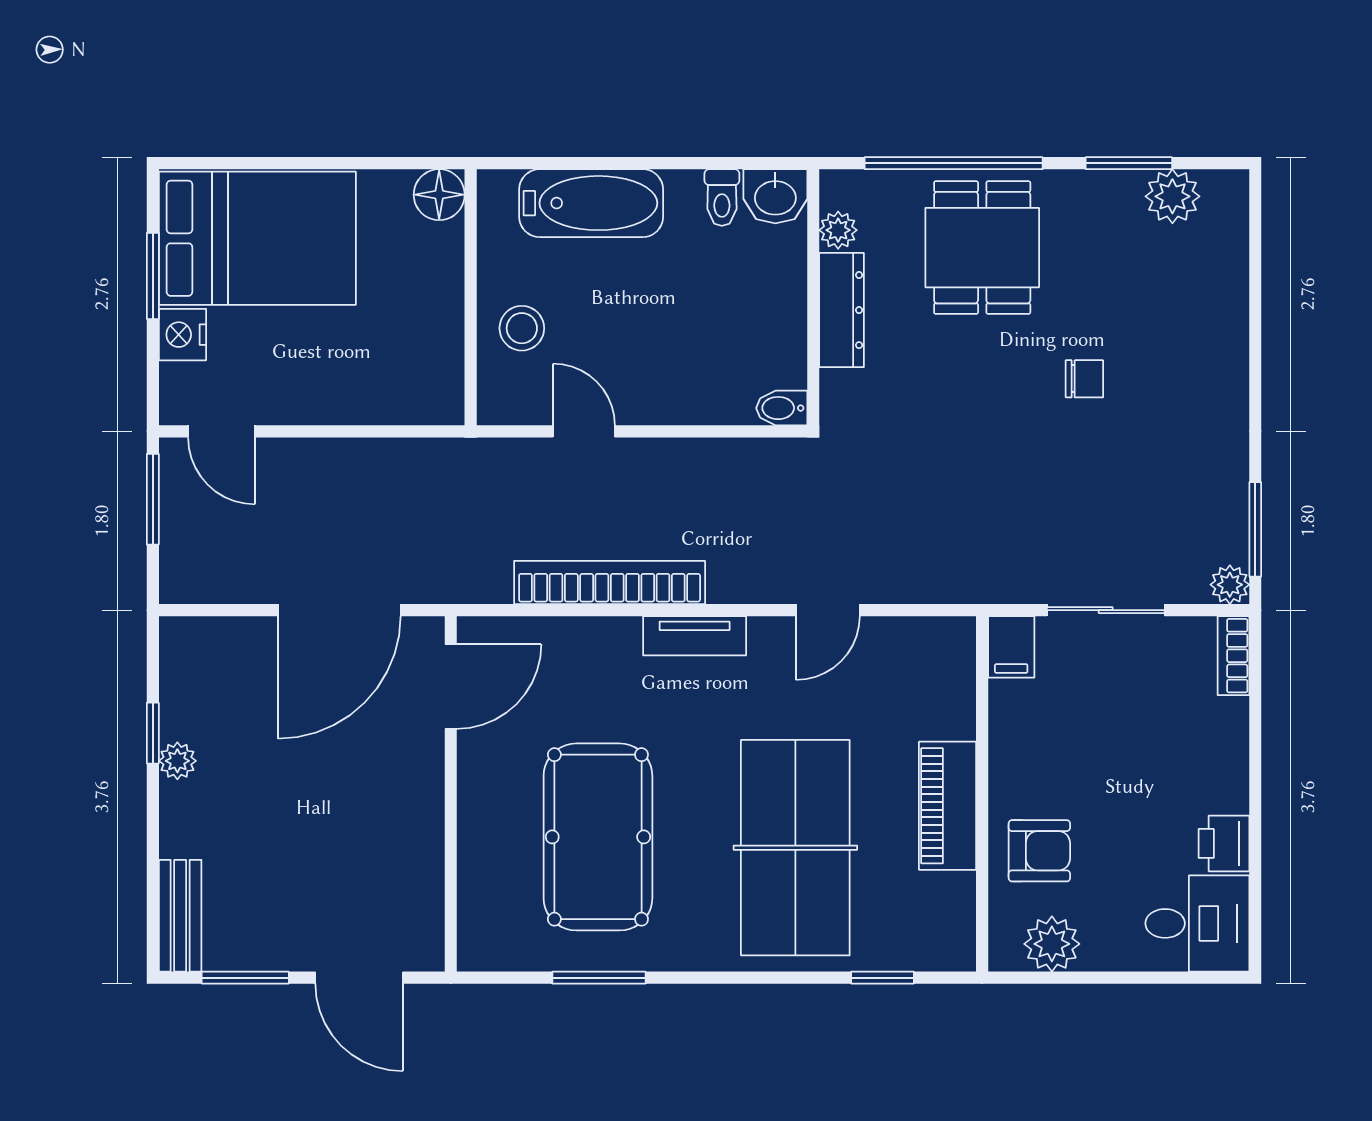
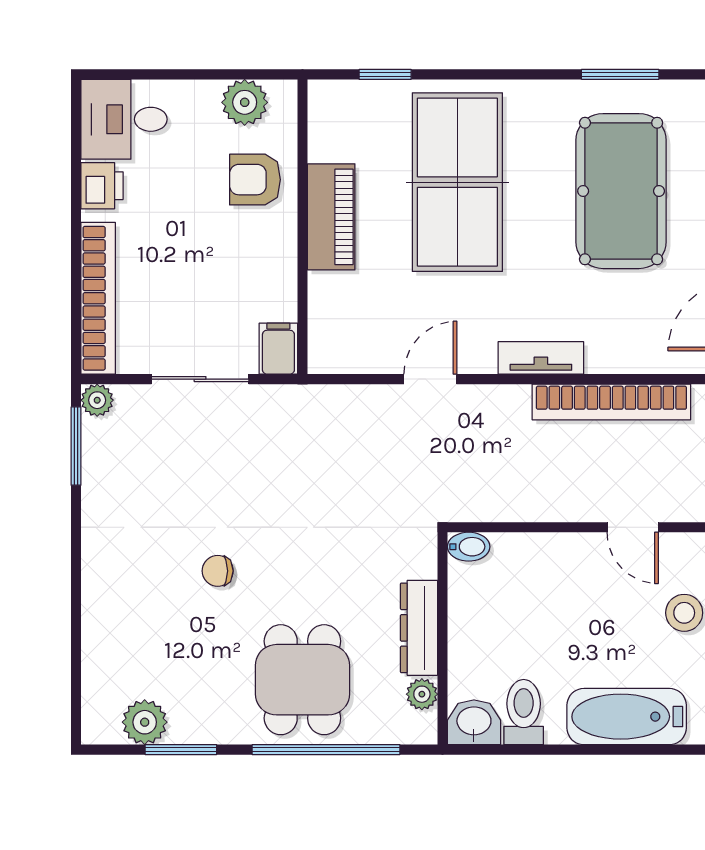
toilet: (722, 198) -> (524, 712), width x1.37, depth x1.39
bookcase: (1233, 656) -> (98, 298), width x2.31, depth x1.31

